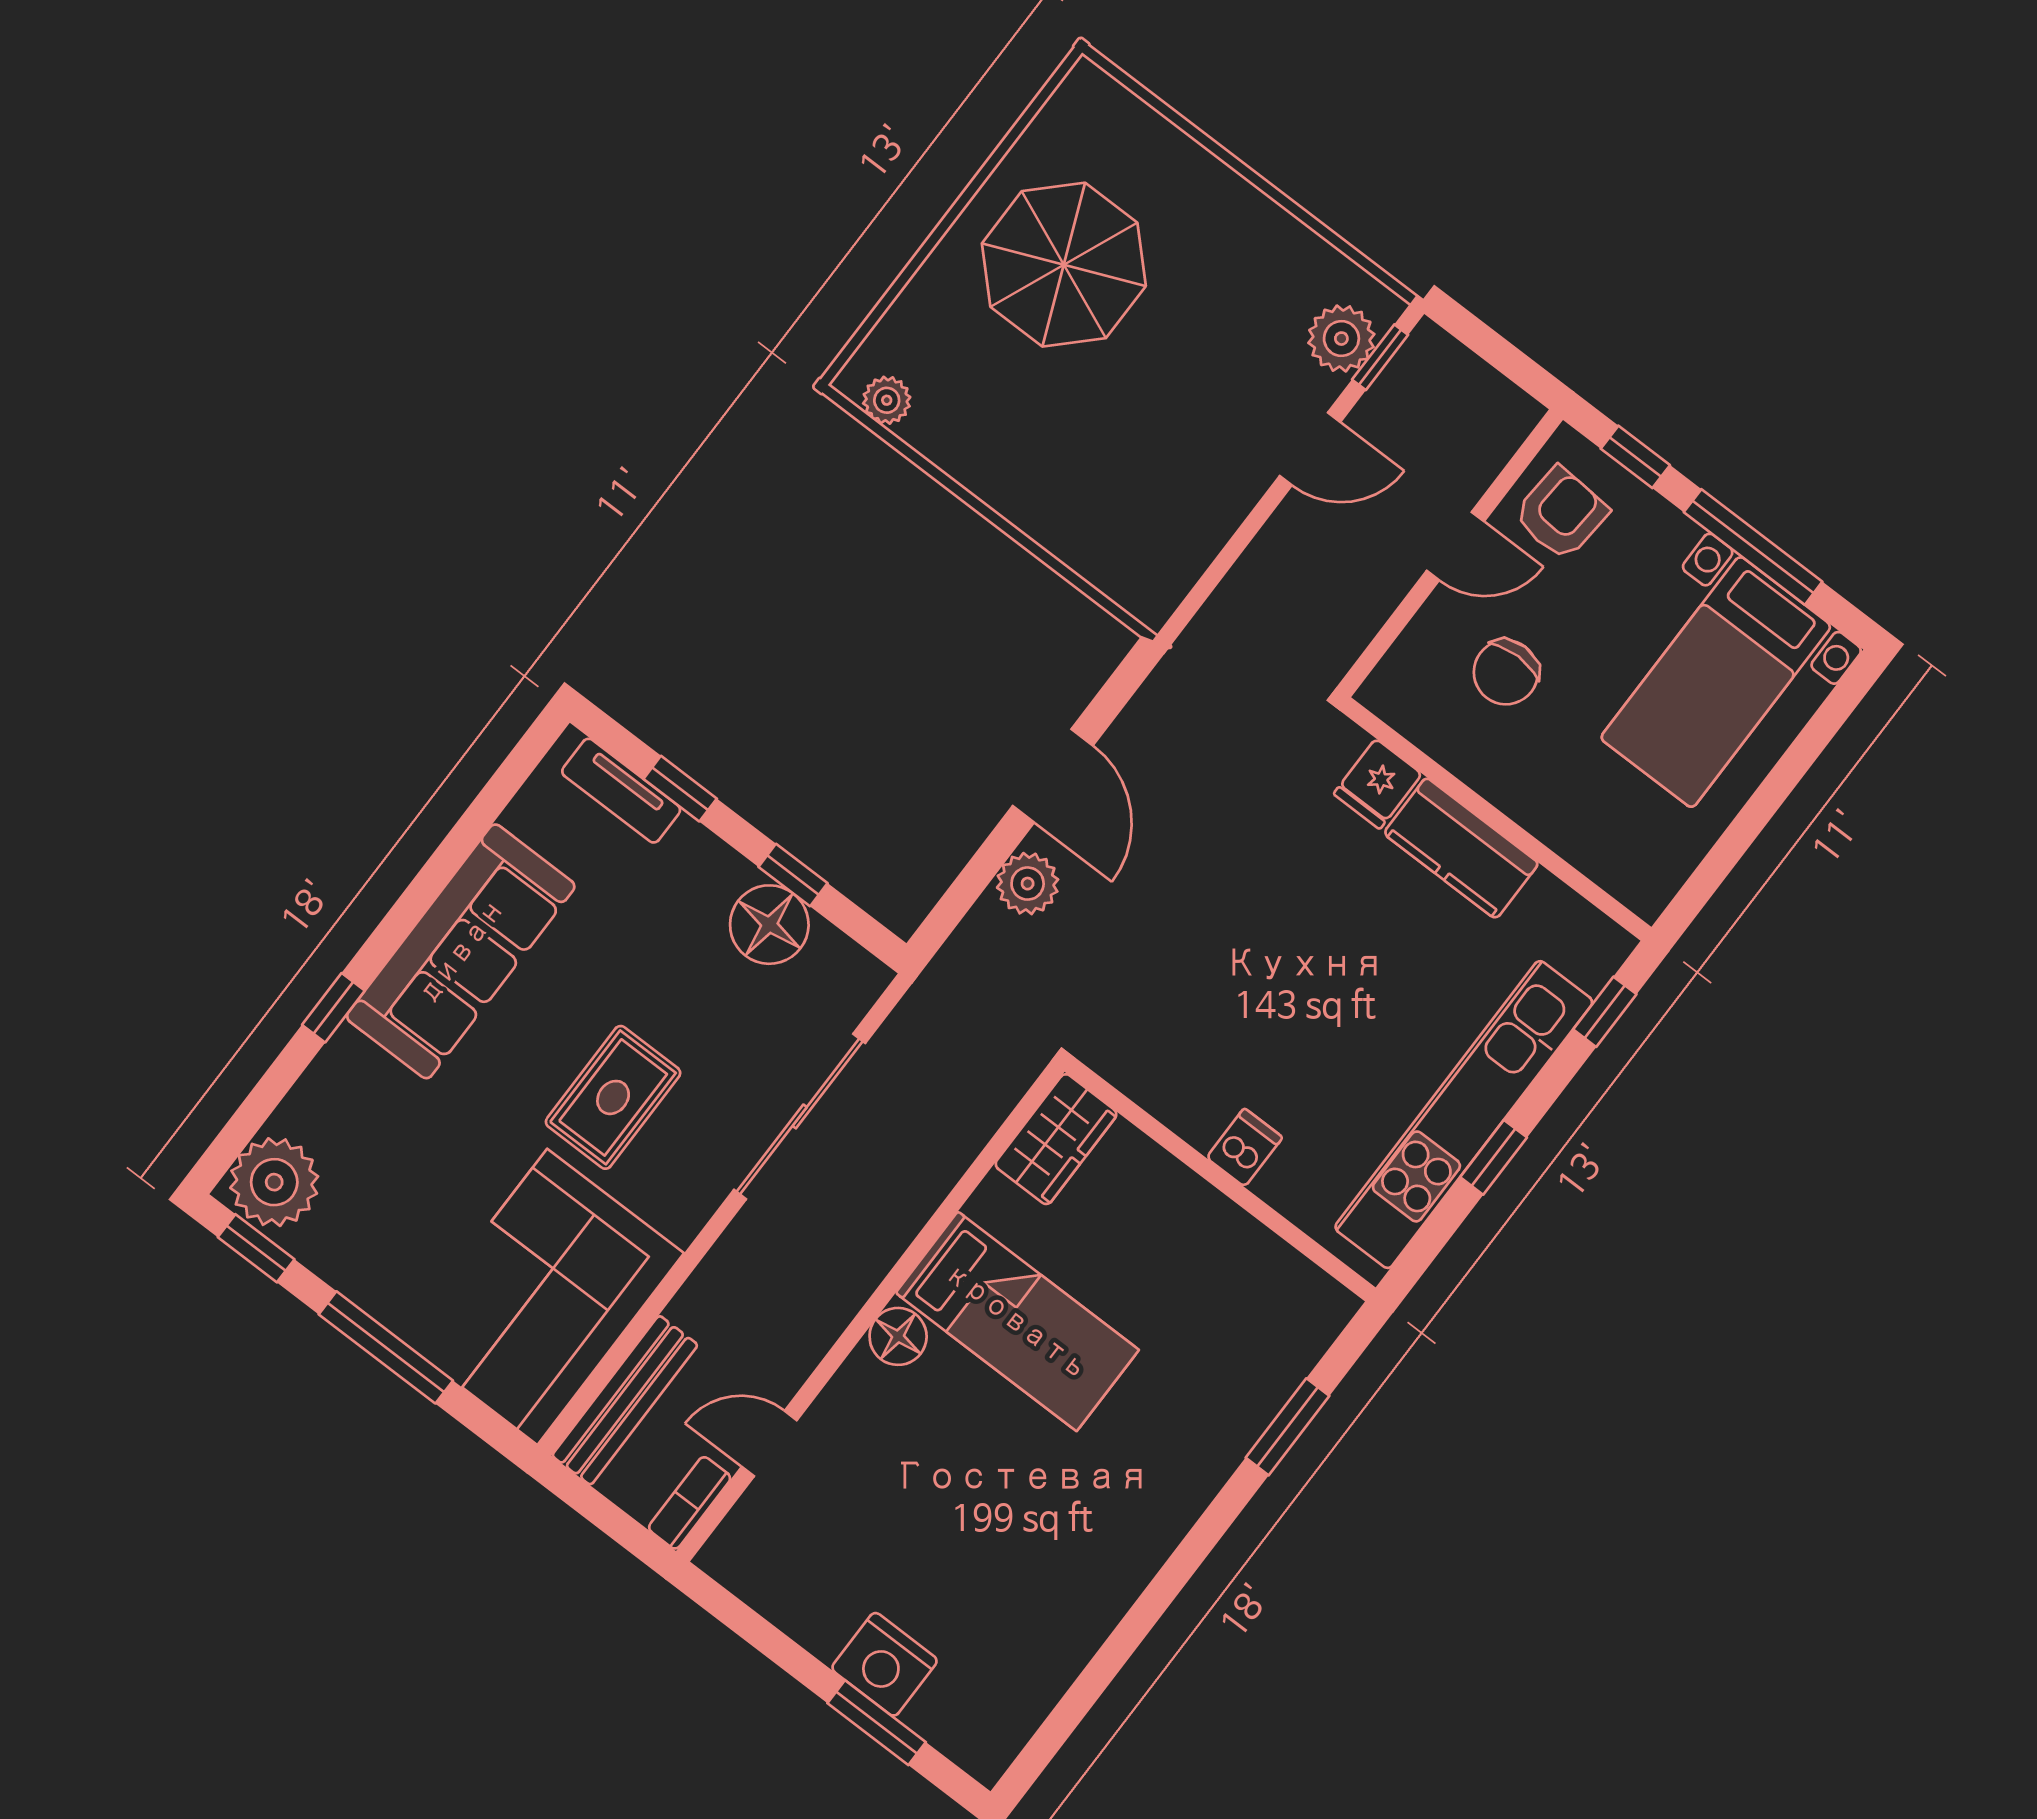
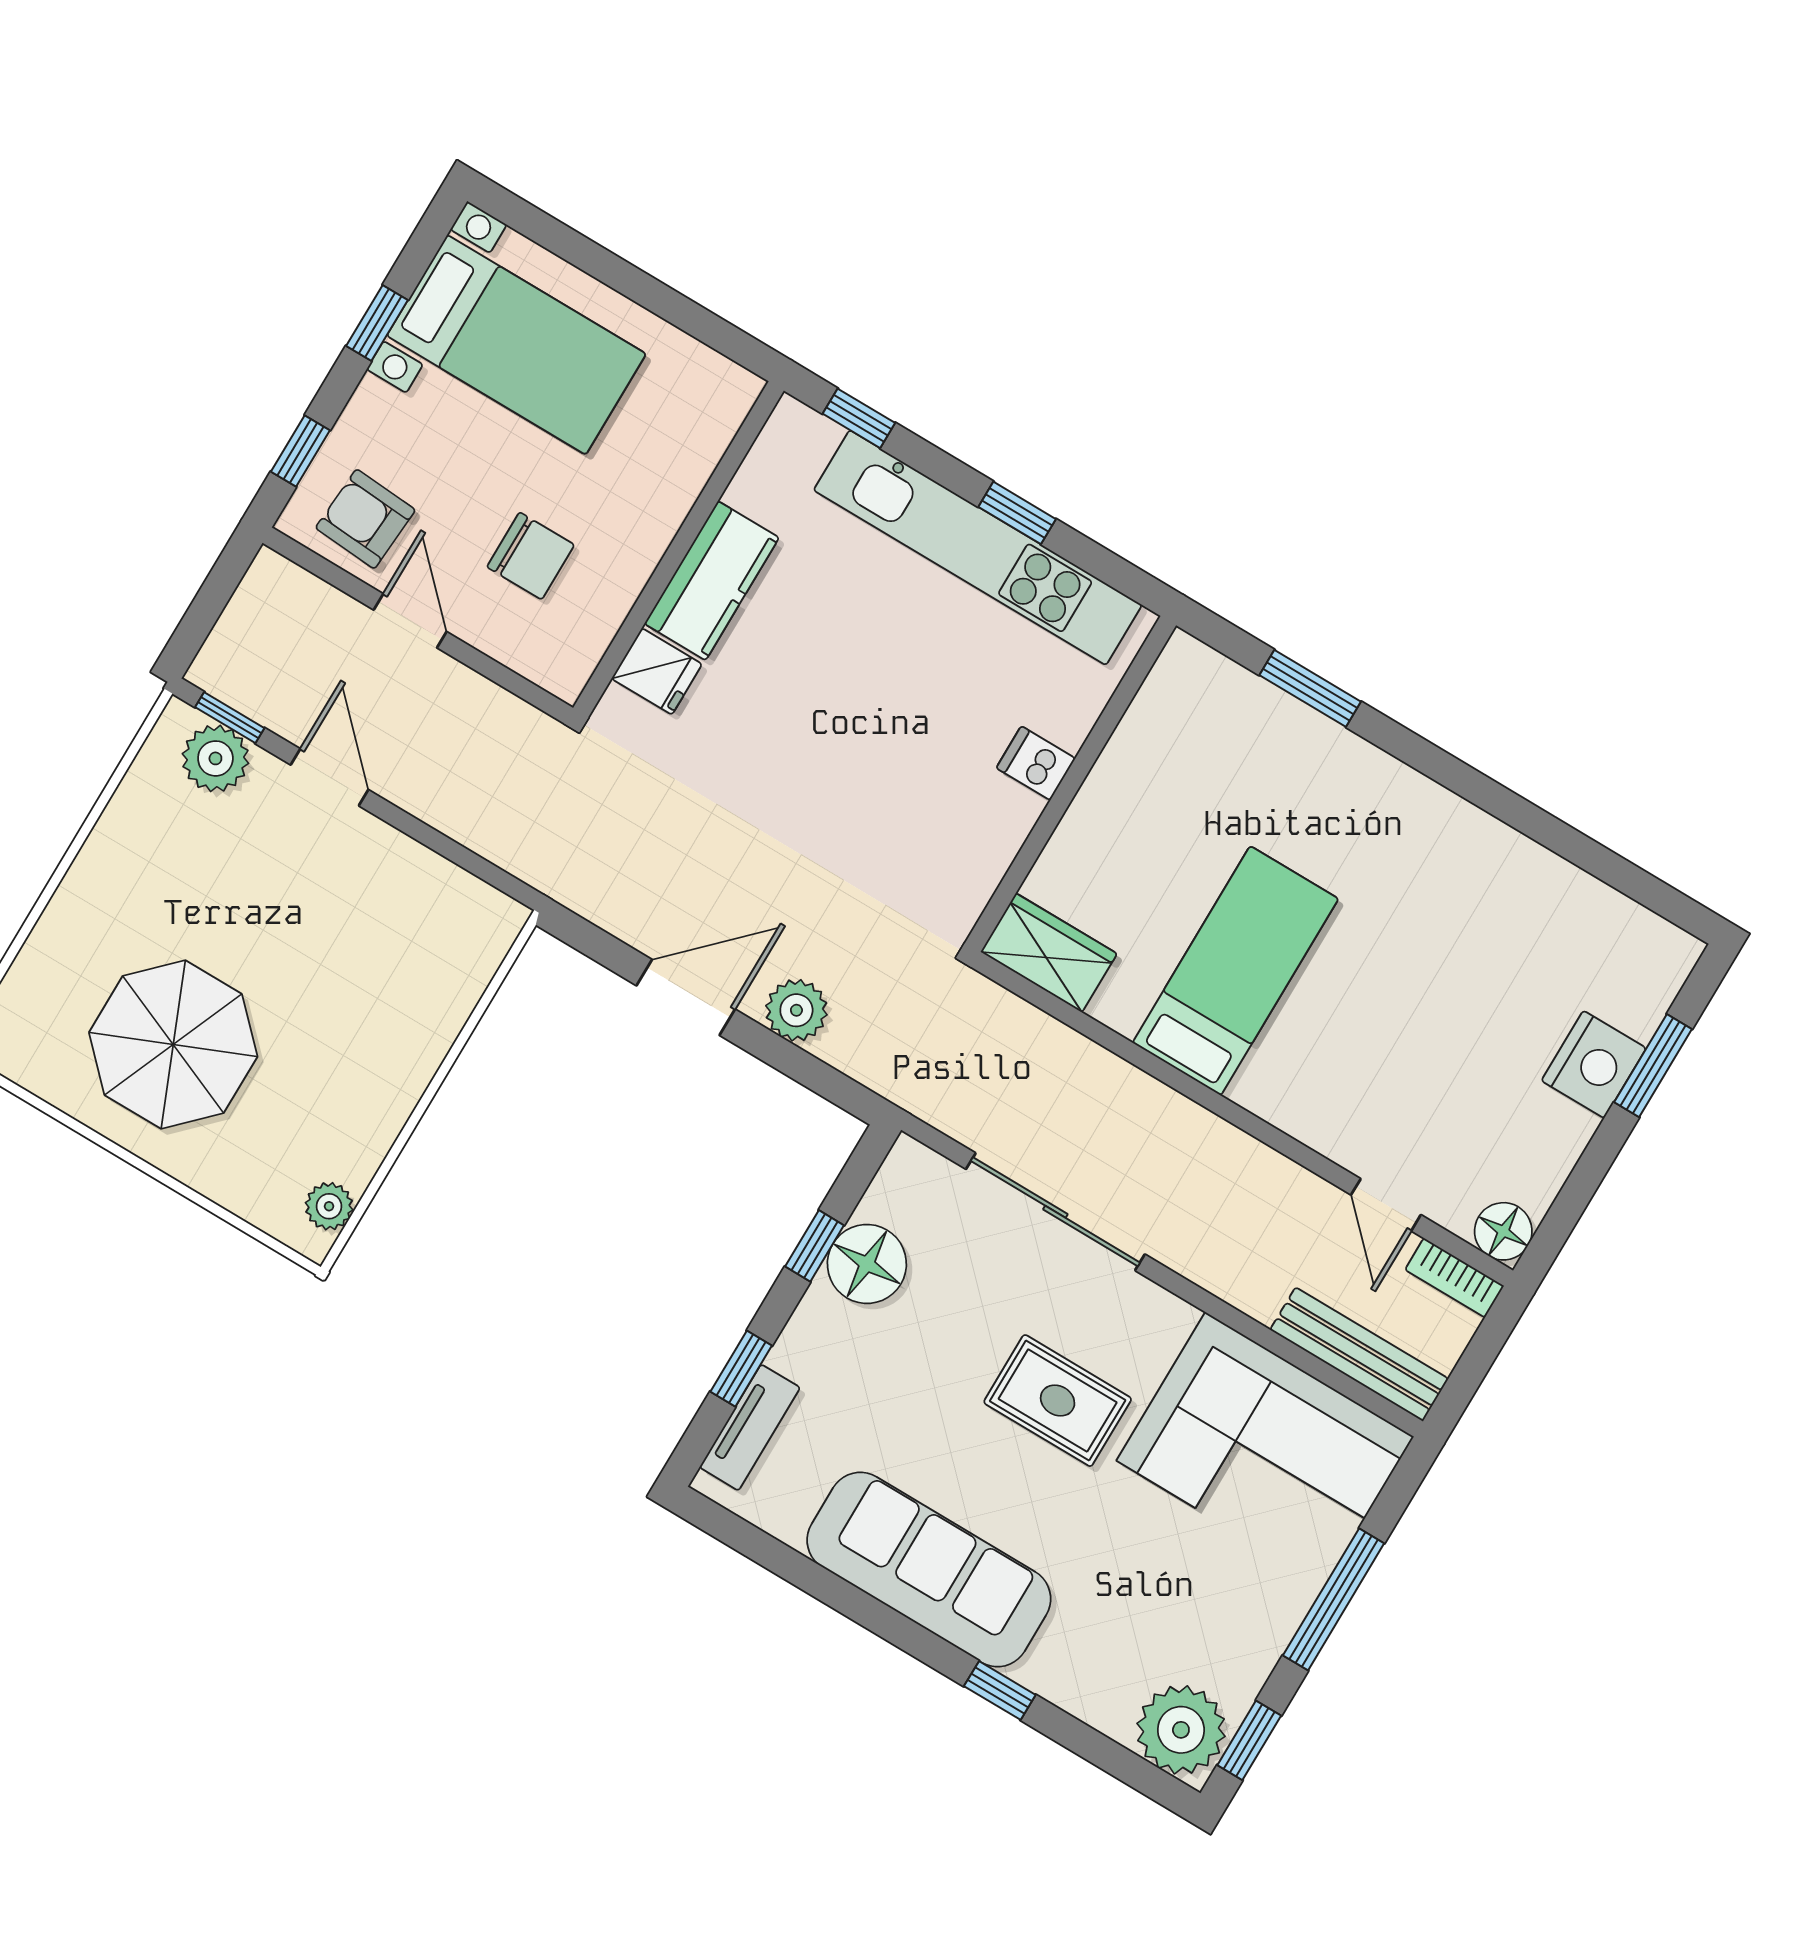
window: (1753, 547) -> (377, 323), width x0.46
floor lamp: (898, 1336) -> (1503, 1231), moved

